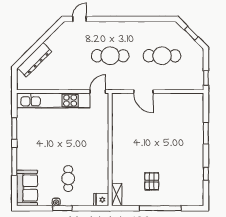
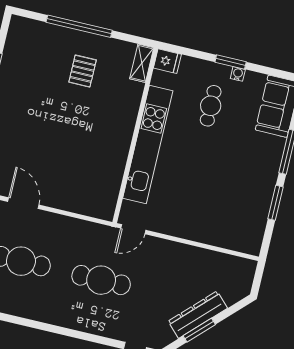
window: (43, 39) -> (199, 330), added
dresser: (35, 60) -> (198, 315), moved
door: (143, 92) -> (23, 203), moved
kitchen unit: (53, 101) -> (148, 145), moved, turned 90

